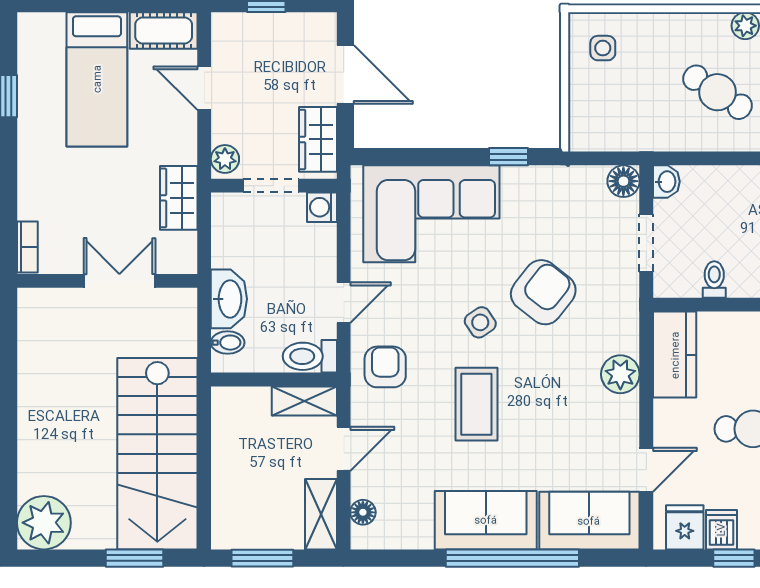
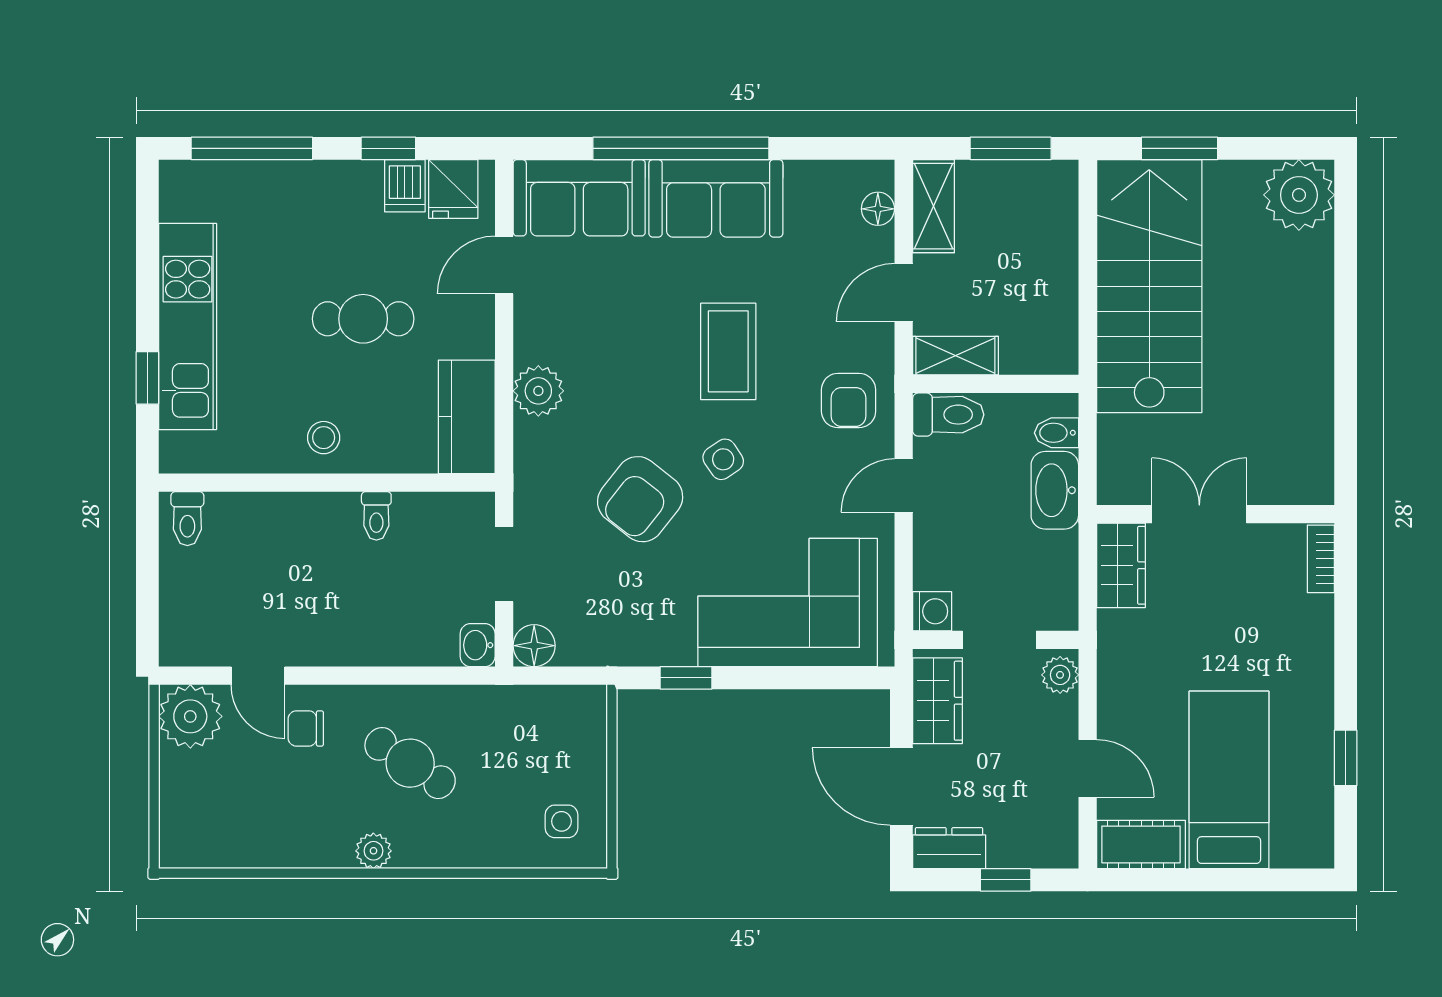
dresser: (309, 28) -> (949, 848), added
wardrobe: (179, 198) -> (1121, 565), moved
toilet: (714, 280) -> (376, 516), moved
double door: (119, 281) -> (1199, 514), swing flipped

